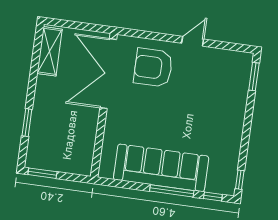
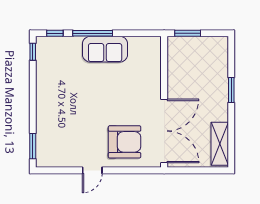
window: (27, 123) -> (231, 90), moved
sofa: (161, 168) -> (105, 49), width x0.54, depth x0.79
window: (42, 173) -> (188, 33), moved

